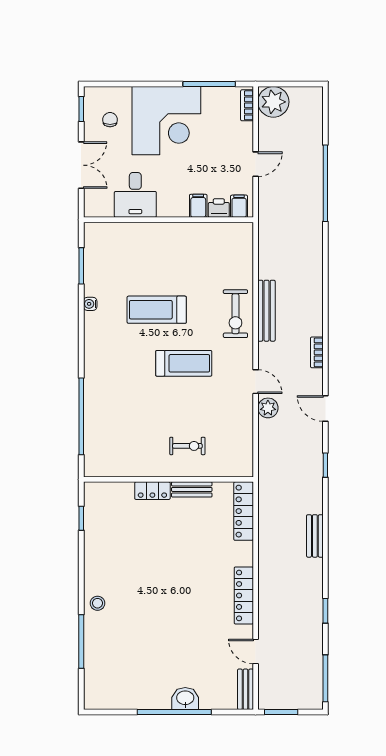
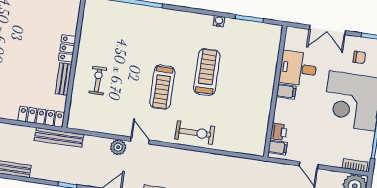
filing cabinet: (198, 206) -> (286, 91), moved
bench: (266, 311) -> (59, 137), moved
exercise bike: (235, 314) -> (195, 133), turned 180
door: (256, 382) -> (140, 141), swing flipped
exercise bike: (187, 446) -> (98, 80), turned 180

